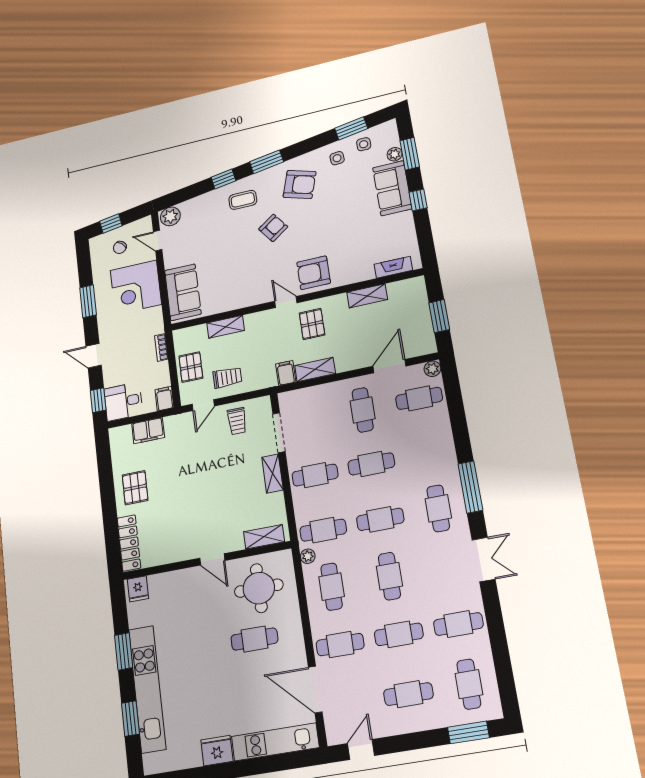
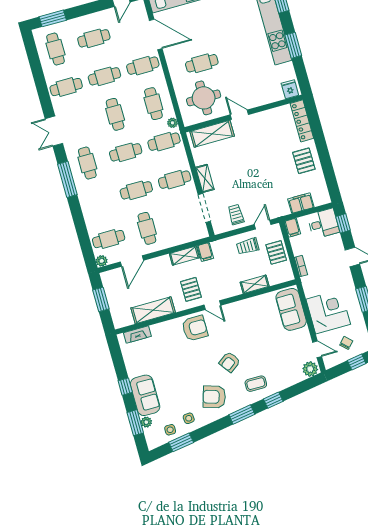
shelving: (367, 296) -> (153, 310), width x1.50, depth x1.33
shelving: (264, 537) -> (212, 134), width x1.50, depth x1.33

